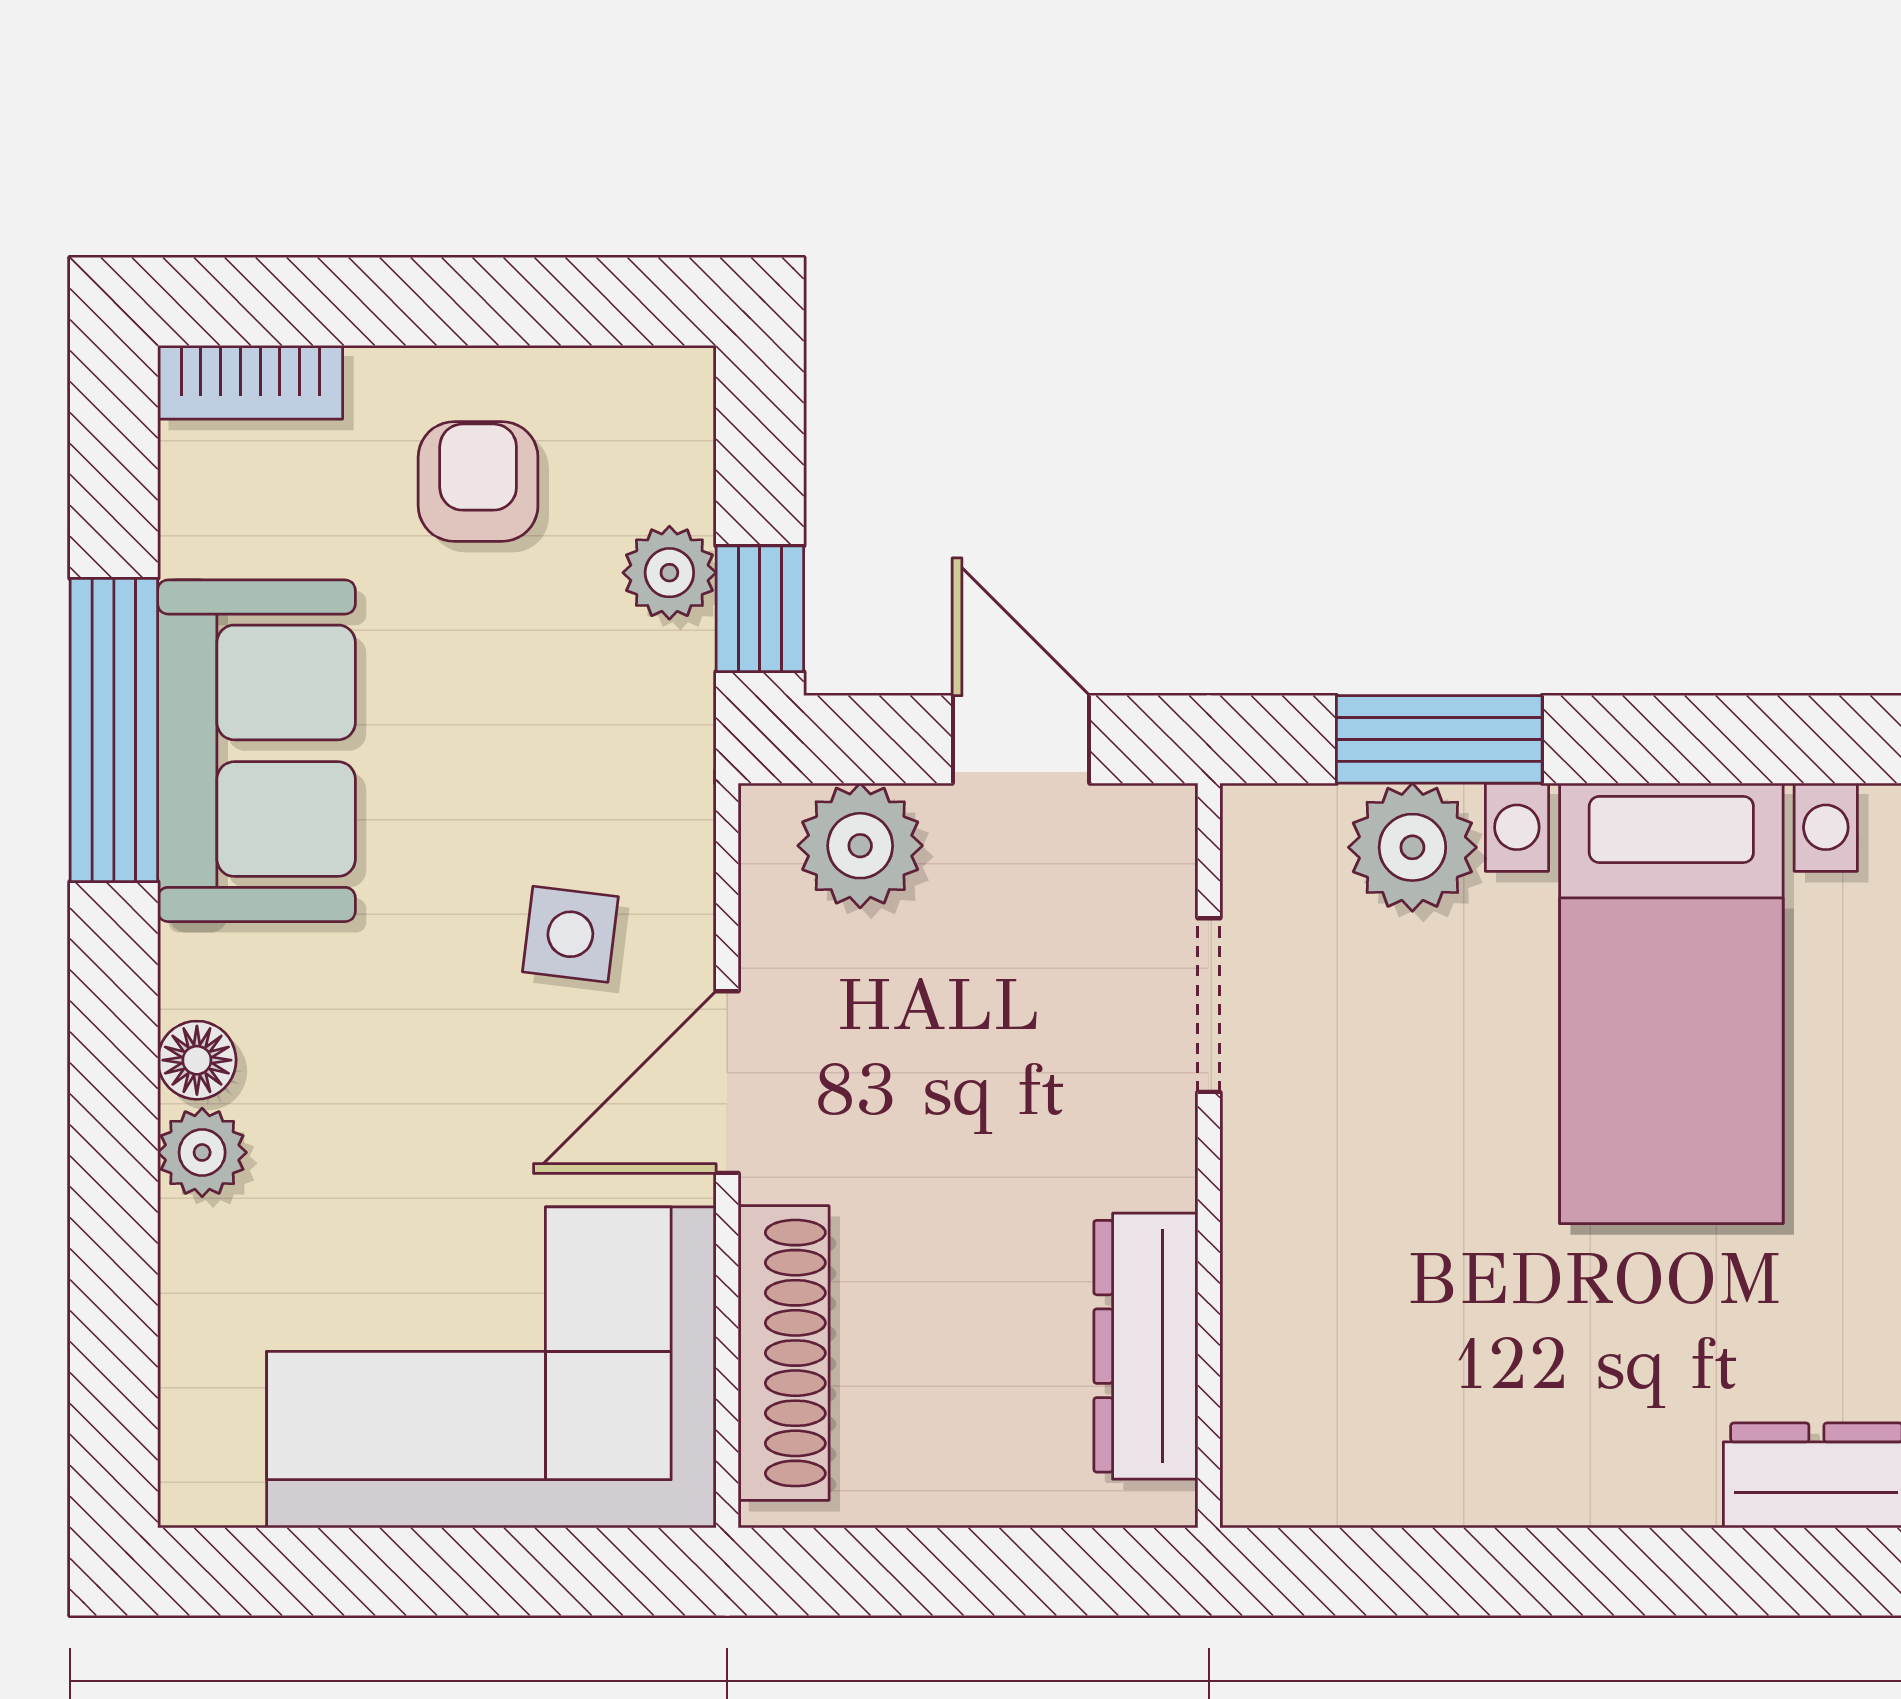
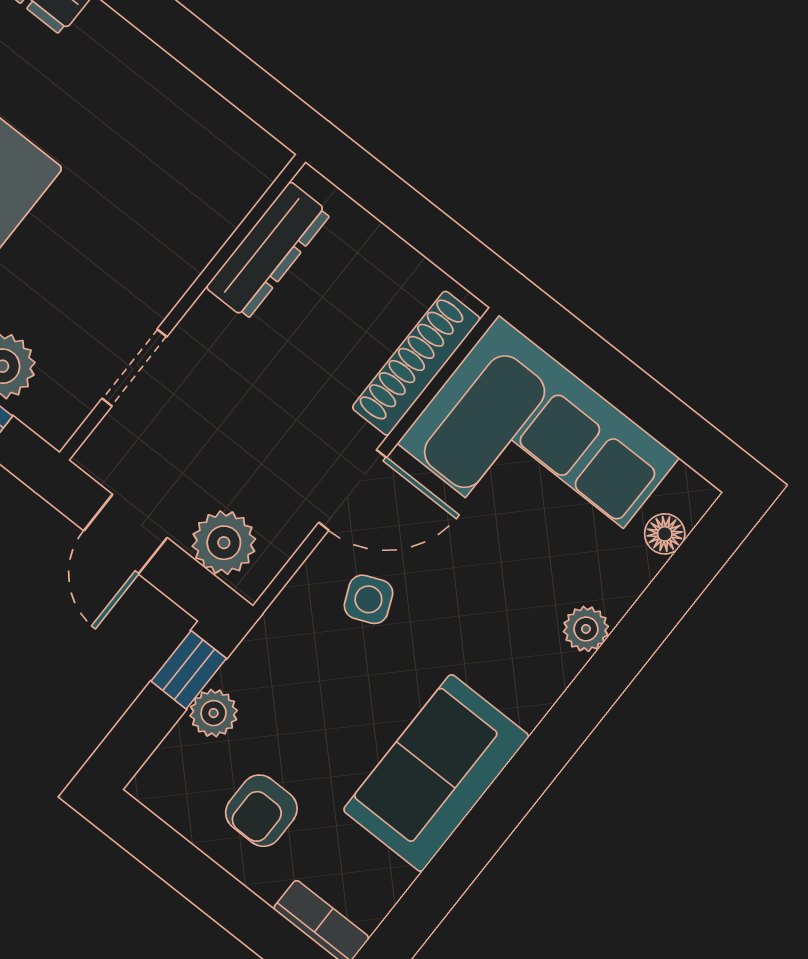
window: (114, 730) -> (487, 827), removed
side table: (570, 934) -> (368, 599), turned -30
floor lamp: (197, 1060) -> (665, 534), moved

